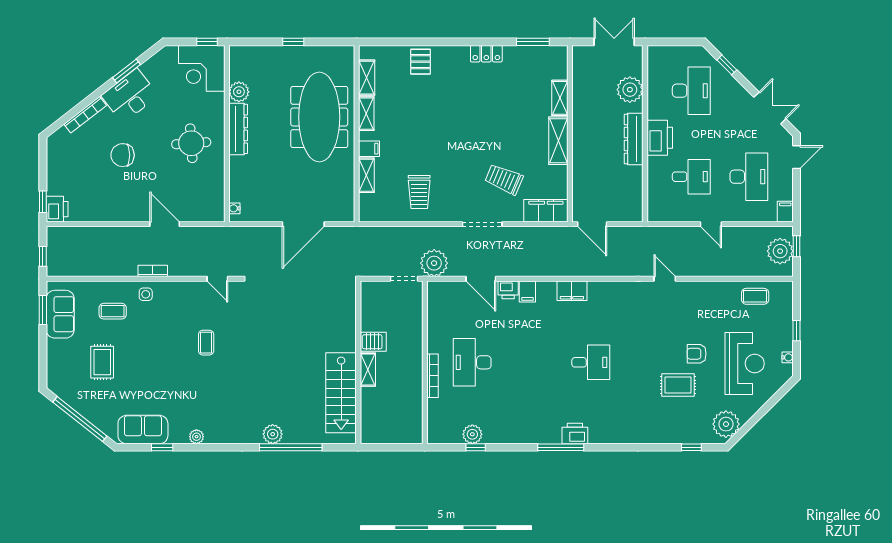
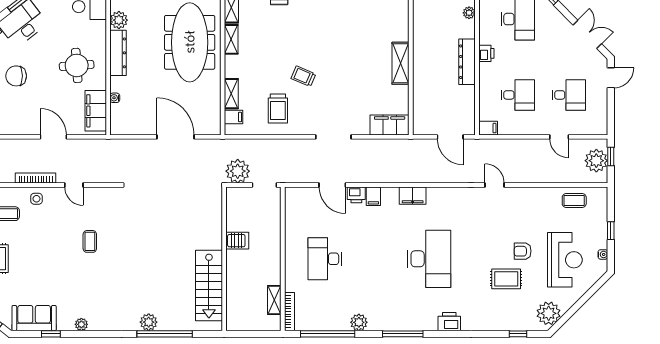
plant: (630, 90) -> (469, 13), width x0.53, depth x0.53
shelving: (560, 98) -> (402, 25), removed
printer: (660, 138) -> (486, 53), width x0.53, depth x0.68
filing cabinet: (369, 149) -> (234, 117), moved
desk: (749, 177) -> (569, 95), width x0.73
trolley: (504, 179) -> (303, 76), moved, width x0.73, depth x0.72
filing cabinet: (213, 195) -> (96, 111), added
water cooler: (234, 208) -> (115, 98), moved
filing cabinet: (785, 212) -> (488, 128), moved, turned 90
door: (303, 224) -> (176, 137), swing flipped
door: (592, 224) -> (450, 137), moved
door: (711, 224) -> (559, 137), moved
plant: (434, 263) -> (238, 171), moved
bookcase: (153, 271) -> (36, 178), width x1.56
door: (217, 279) -> (74, 185), moved
desk: (591, 362) -> (429, 259), width x1.87, depth x1.30
shelving: (368, 370) -> (274, 300), moved
bookcase: (432, 376) -> (290, 312), moved
printer: (575, 433) -> (449, 322), moved
plant: (472, 434) -> (359, 322), moved
window: (476, 447) -> (328, 334), width x3.17

